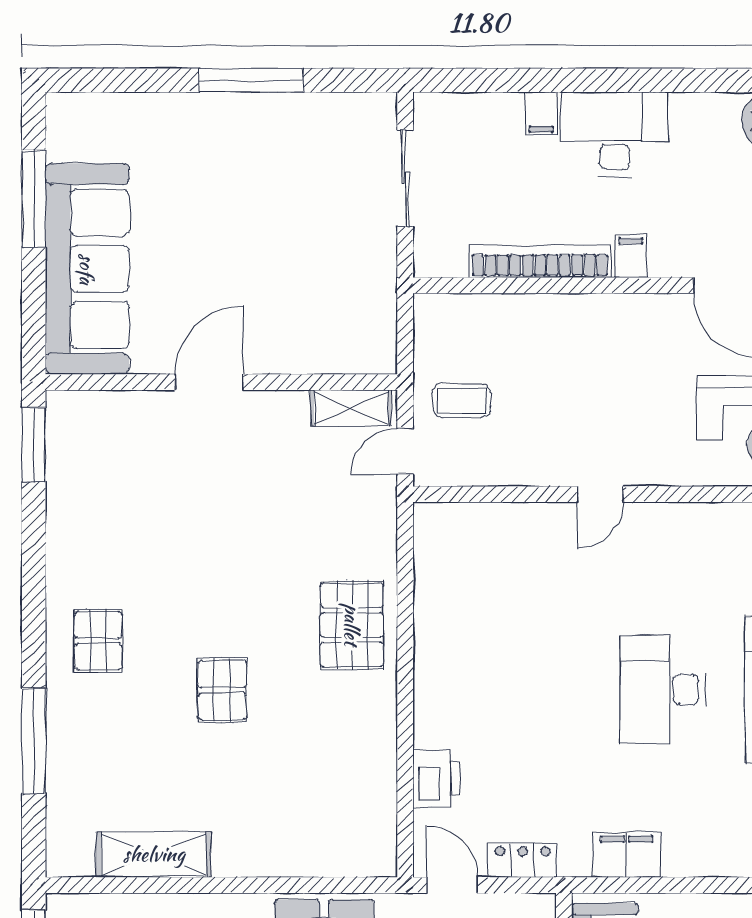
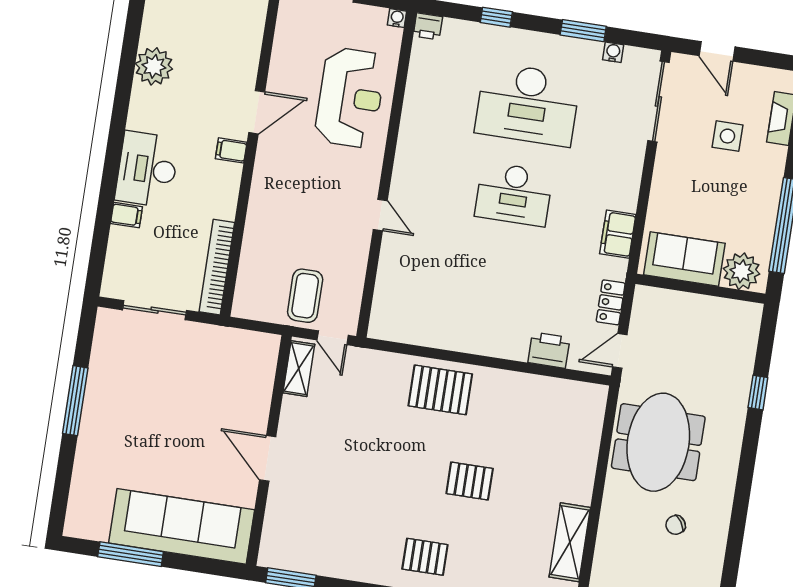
filing cabinet: (631, 256) -> (231, 150), moved
bookcase: (540, 261) -> (217, 267), moved
coffee table: (462, 400) -> (305, 296), width x1.36, depth x1.30

